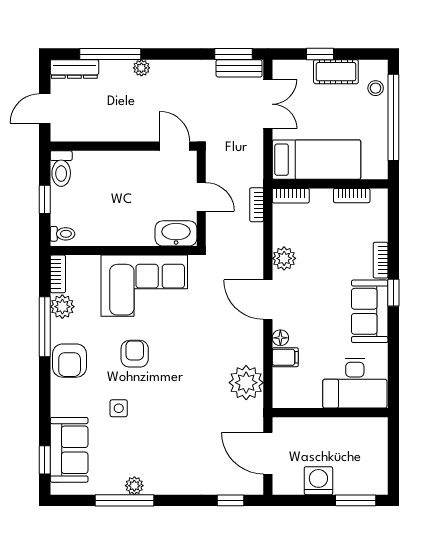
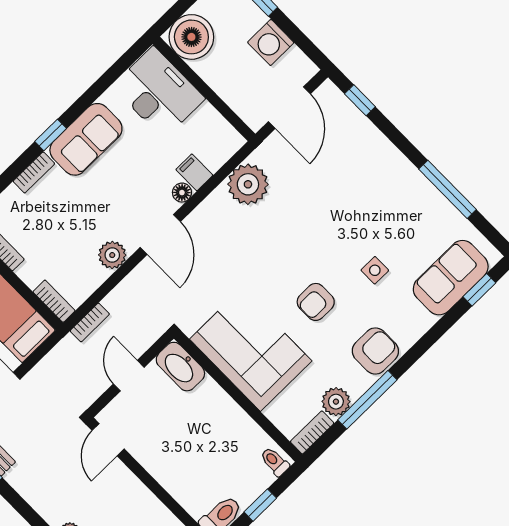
boiler: (369, 436) -> (191, 37), added
plant: (134, 486) -> (427, 193), removed

